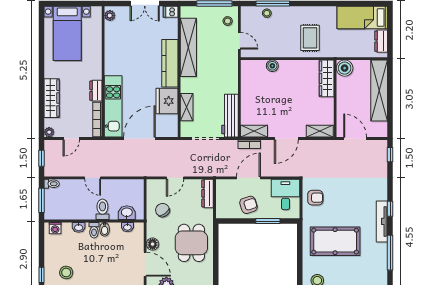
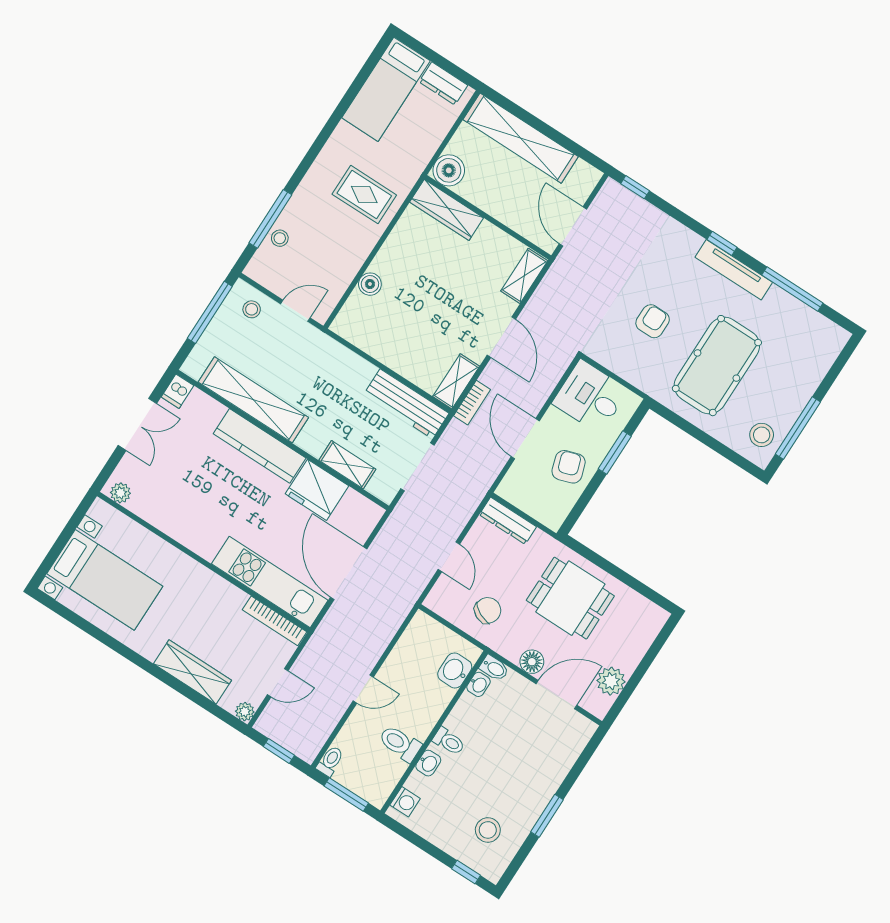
dresser: (96, 91) -> (227, 593), removed
door: (71, 139) -> (278, 683), hinge flipped
door: (355, 139) -> (573, 227), hinge flipped
armchair: (315, 198) -> (653, 321), moved
toilet: (102, 209) -> (400, 743), moved
chair: (162, 210) -> (488, 610), turned 151
bidet: (105, 229) -> (494, 668), moved

